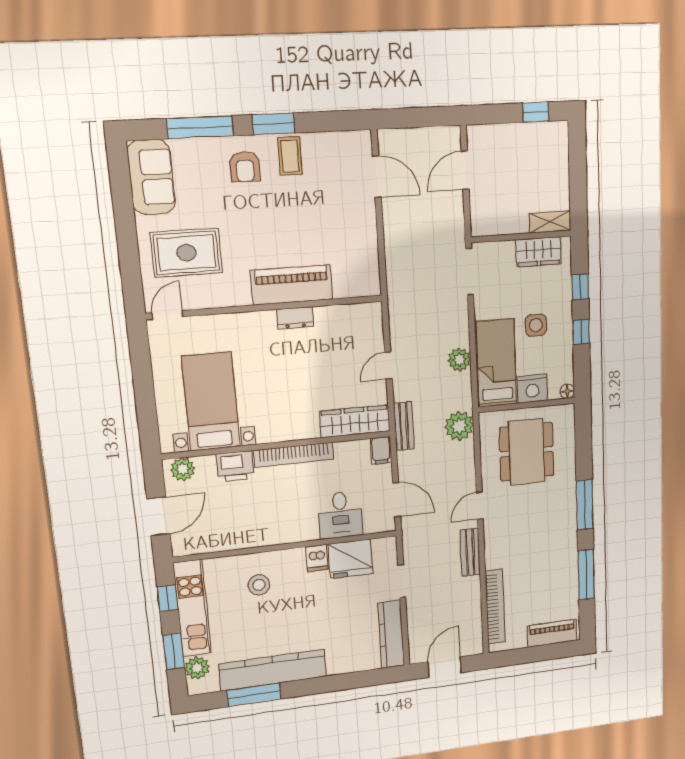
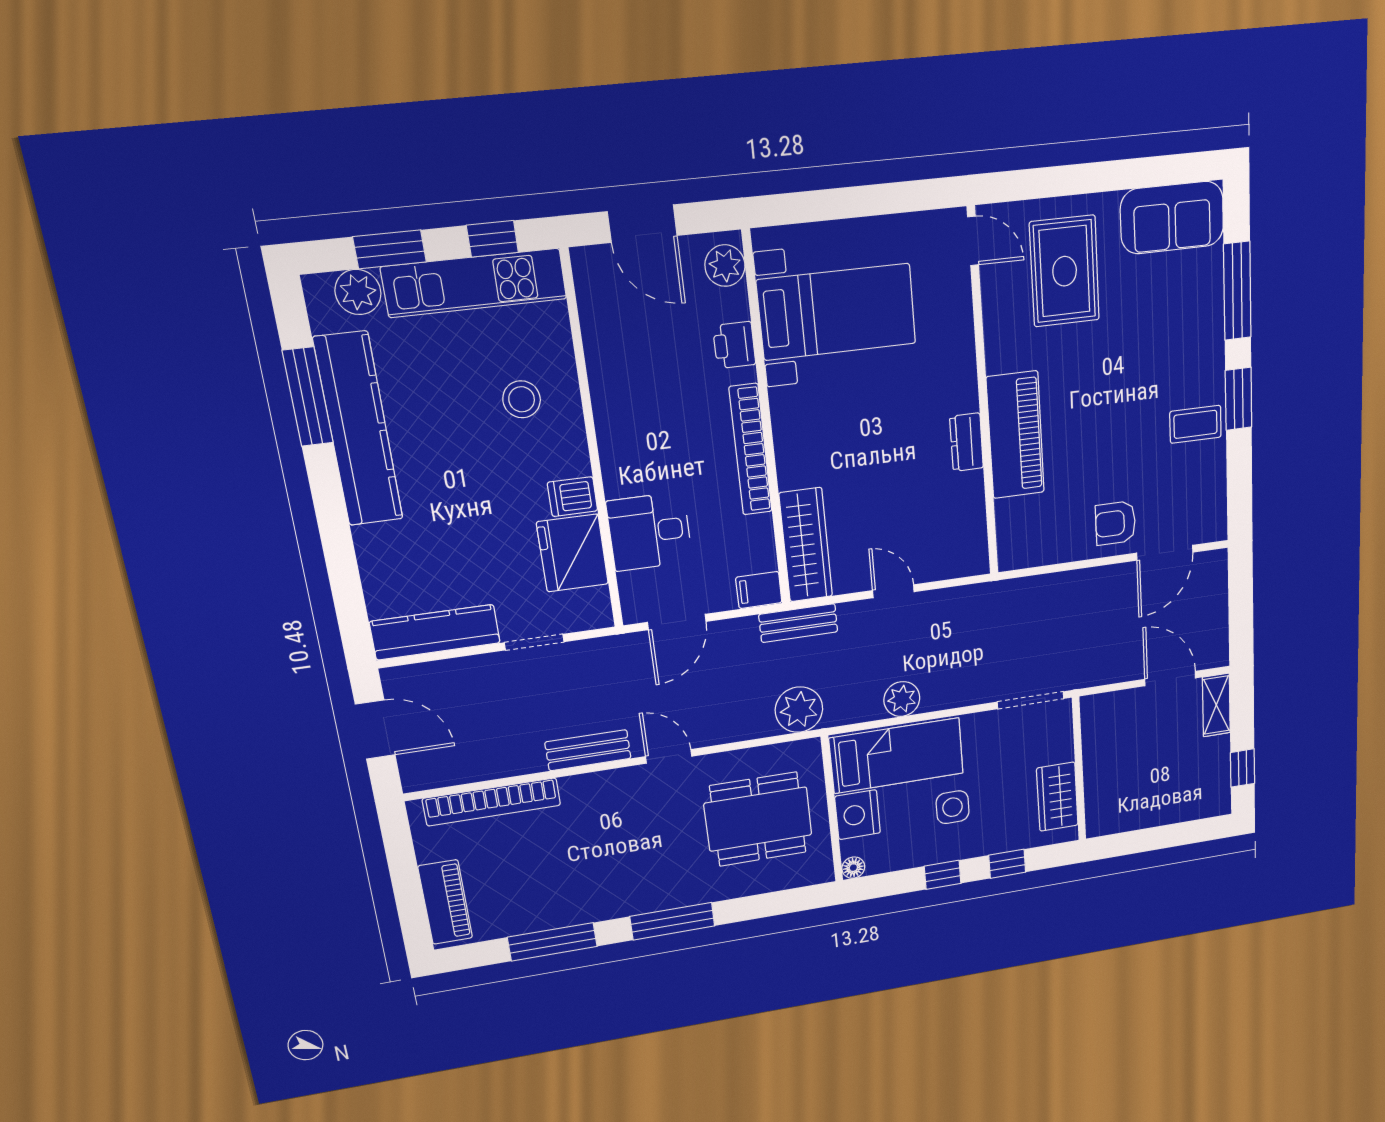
armchair: (245, 167) -> (1116, 523), moved
shelving: (550, 222) -> (1216, 705), moved
printer: (235, 466) -> (734, 345), width x0.73, depth x0.81

